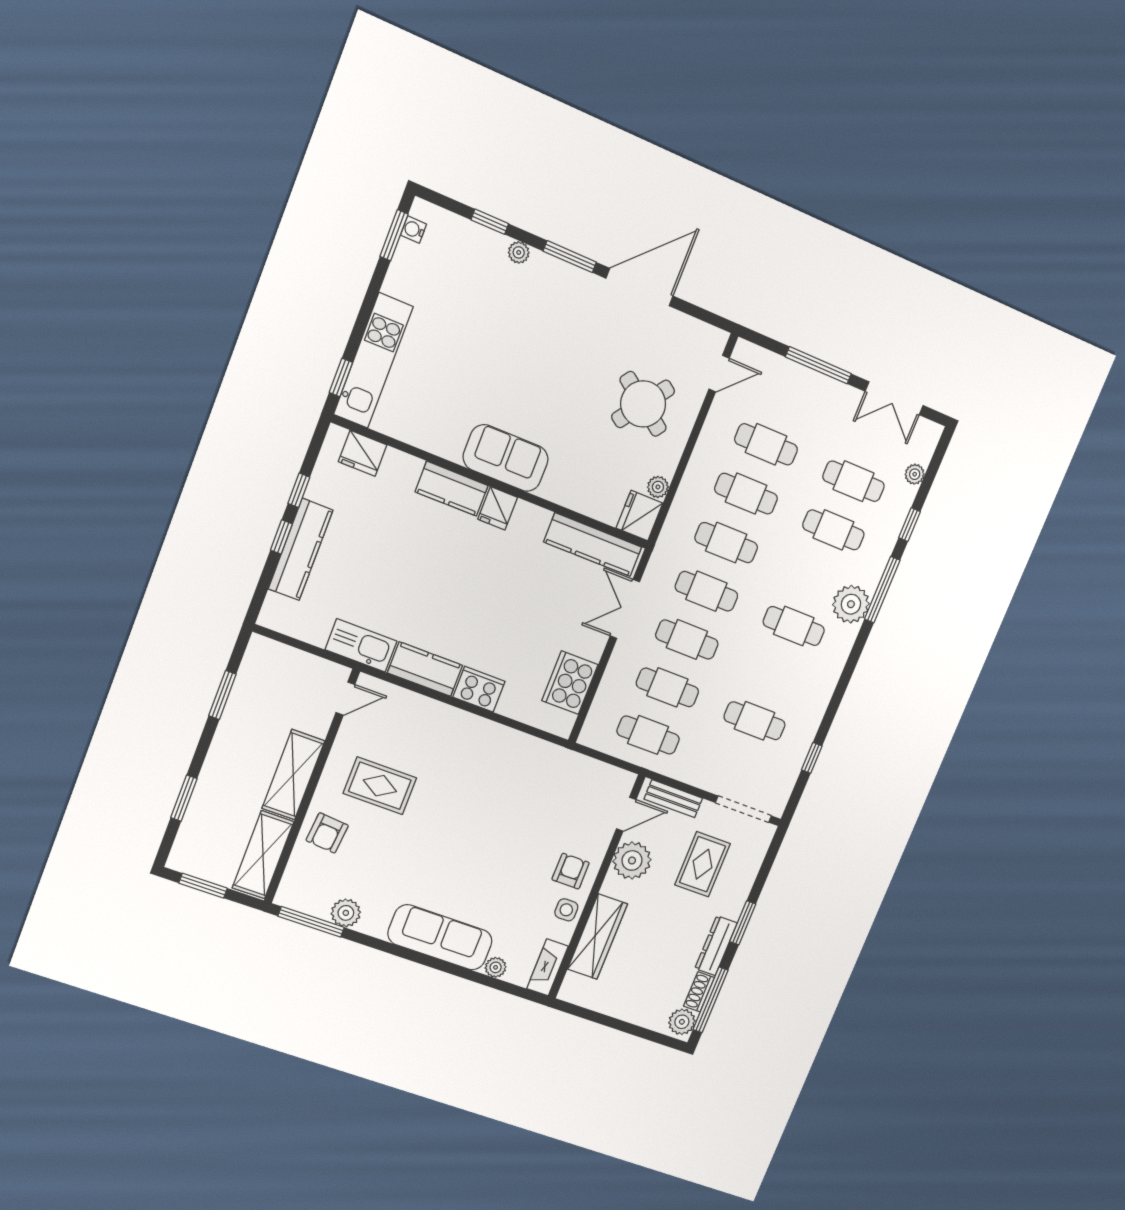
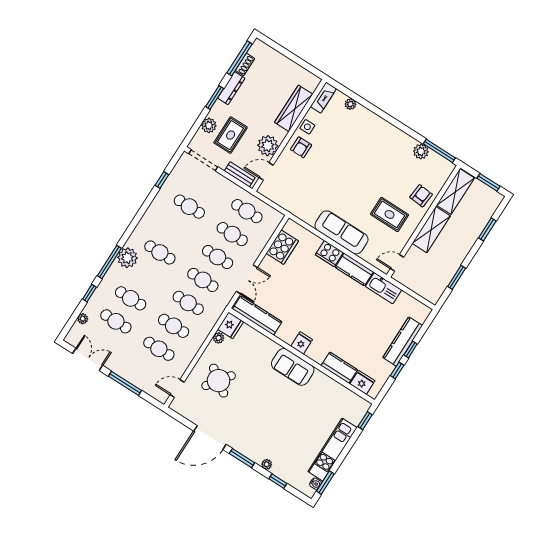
kitchen unit: (373, 361) -> (333, 450), moved
kitchen counter: (452, 489) -> (339, 368), moved
sofa: (440, 937) -> (341, 232), moved, turned 180
plant: (682, 1022) -> (209, 125), moved

